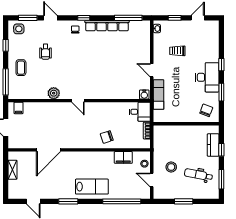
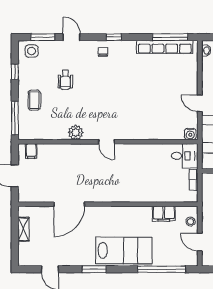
row of seats: (107, 26) -> (165, 47), moved
chair: (107, 137) -> (143, 188), removed
lab bench: (92, 187) -> (124, 251), width x1.36, depth x1.39

